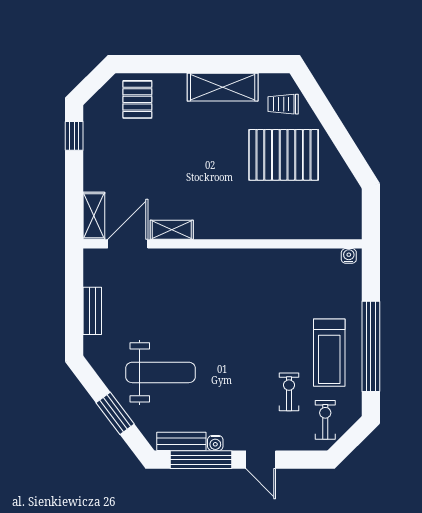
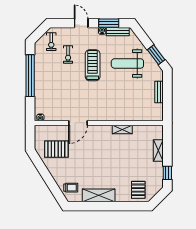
pallet: (284, 155) -> (56, 149), moved, width x0.73, depth x0.71
shelving: (94, 216) -> (158, 151), moved
door: (128, 244) -> (78, 123), moved
treadmill: (329, 353) -> (93, 65), moved
window: (115, 413) -> (156, 55), moved
window: (201, 460) -> (109, 23), width x0.69

